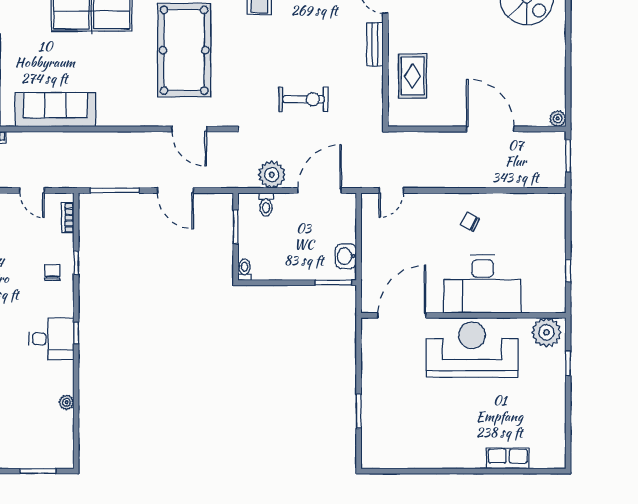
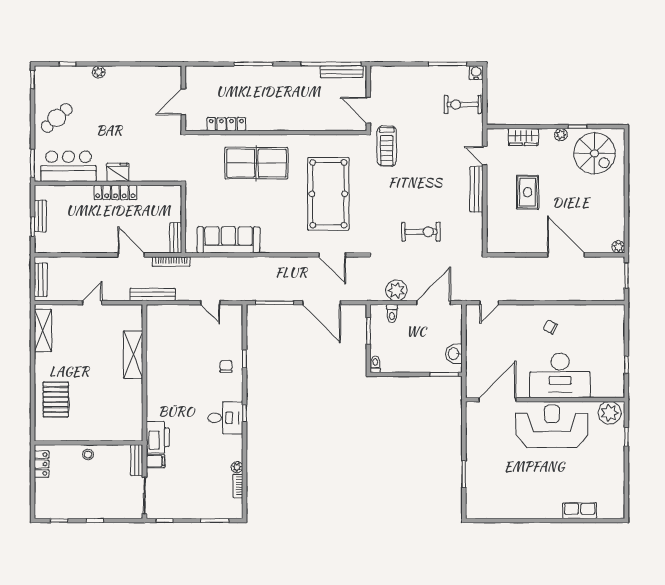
bench: (375, 44) -> (477, 189), width x1.36
rug: (413, 76) -> (528, 192), moved
door: (175, 190) -> (322, 303), width x1.36
bookcase: (68, 218) -> (238, 486), moved

